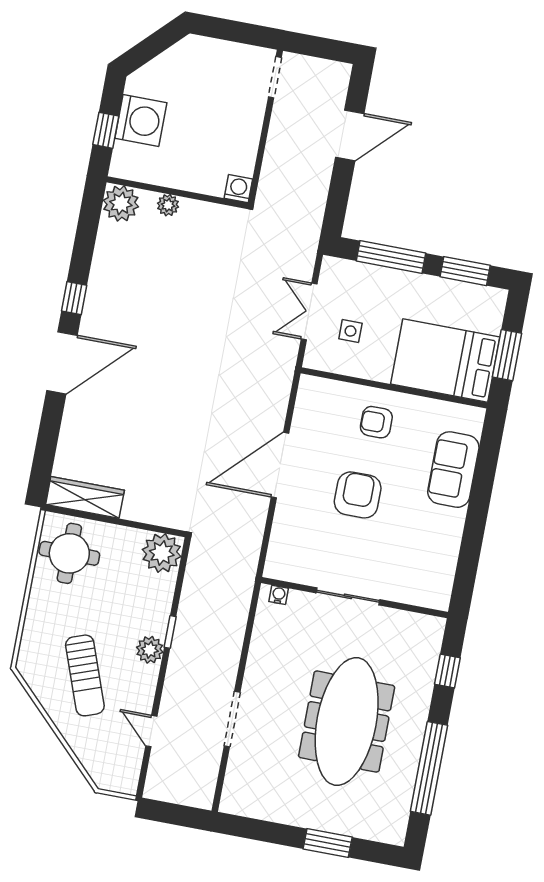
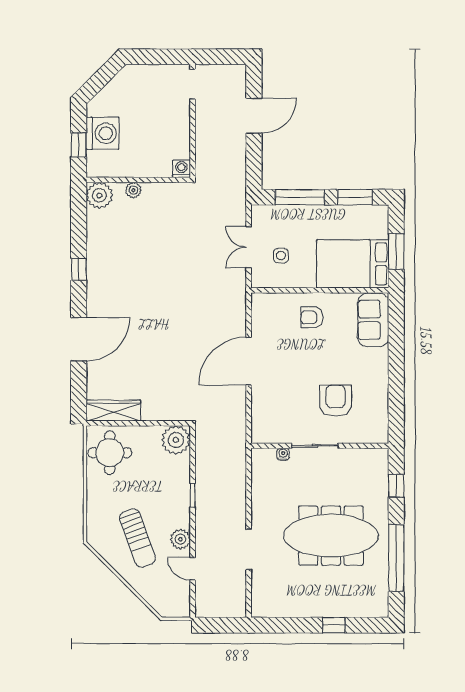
door: (62, 363) -> (79, 339), moved
sofa: (453, 470) -> (373, 320), moved
armchair: (358, 495) -> (336, 401), moved
water cooler: (279, 595) -> (283, 454), moved
plant: (150, 650) -> (180, 539), moved
meeting table: (347, 722) -> (331, 536), turned 90
window: (328, 843) -> (334, 625), width x0.67

